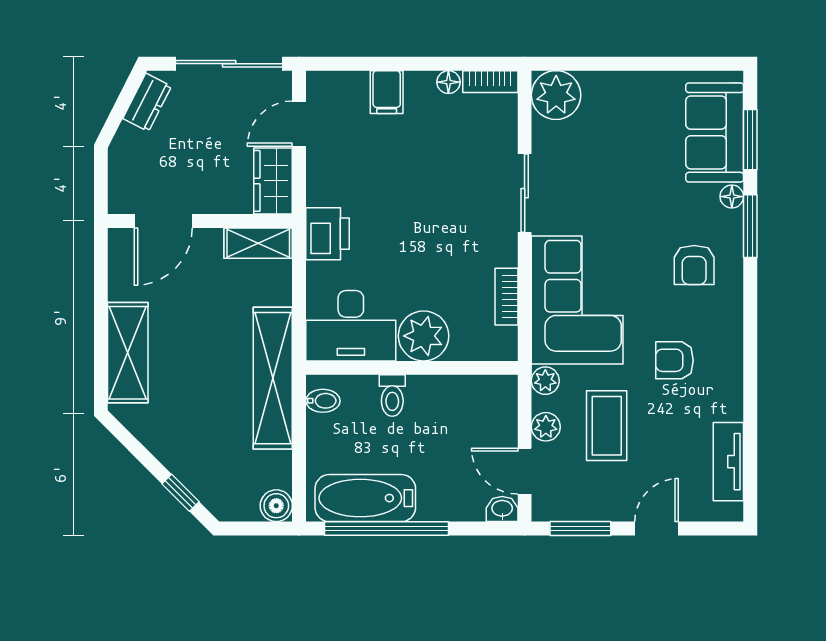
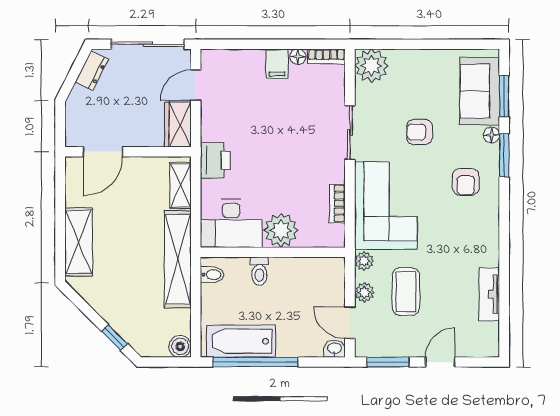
filing cabinet: (387, 92) -> (277, 64), moved
shelving: (258, 243) -> (181, 185), moved, turned 90
armchair: (674, 360) -> (419, 132), moved
tv unit: (728, 462) -> (489, 294), moved

